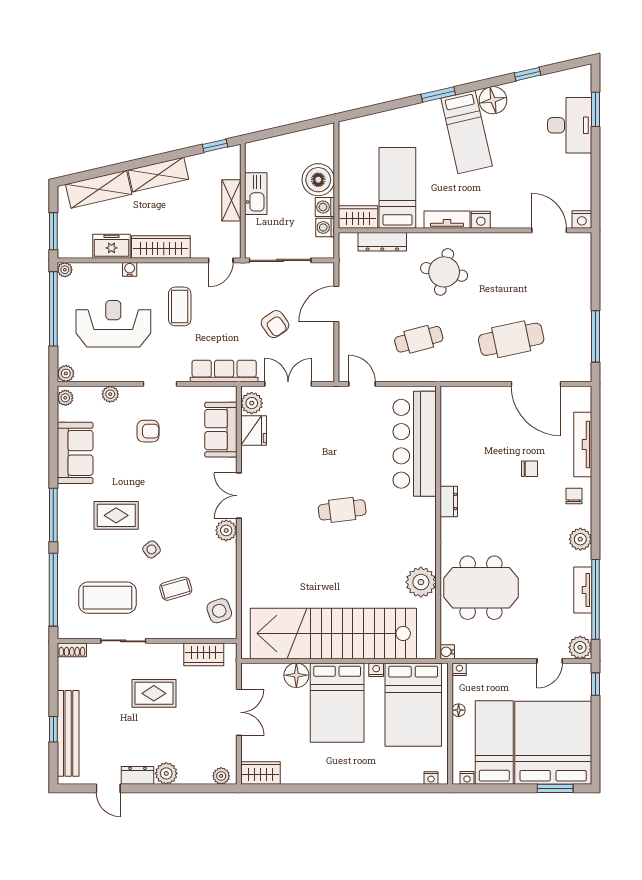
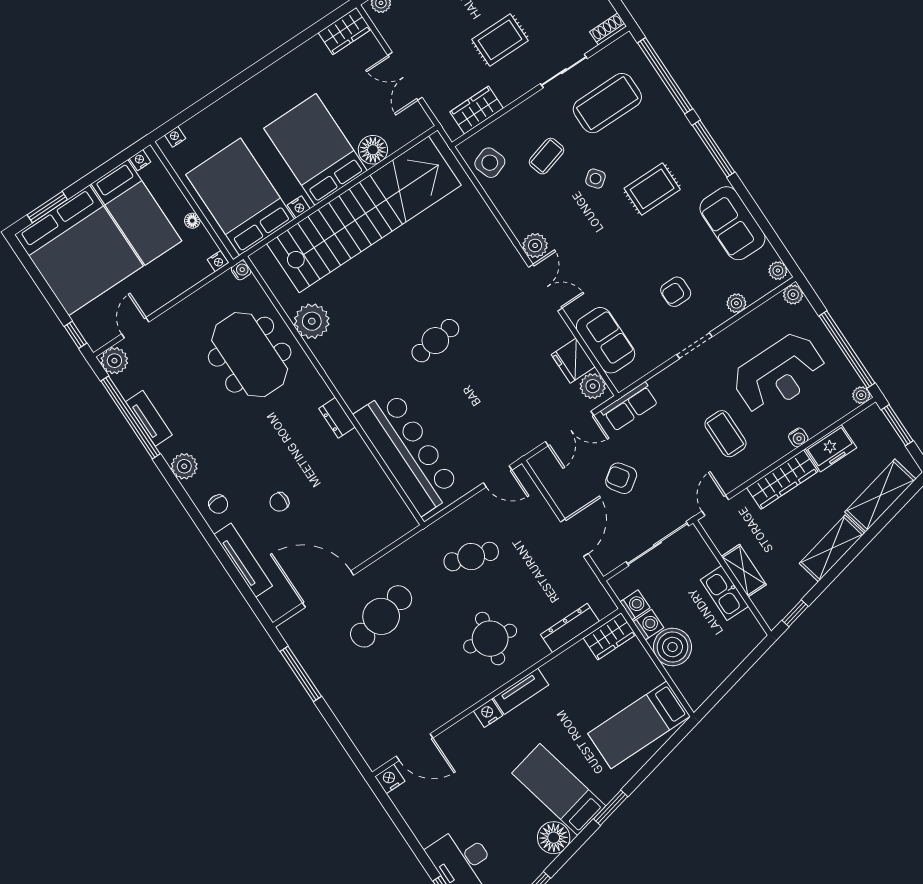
bed: (397, 188) -> (639, 725), moved, turned 90
cafe table: (419, 339) -> (471, 557), turned 33
row of seats: (224, 371) -> (630, 407), width x0.68
meeting table: (481, 588) -> (250, 355), turned 90

